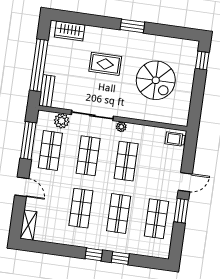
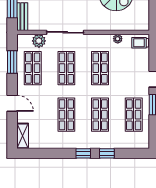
plant: (121, 127) -> (118, 39), moved
window: (28, 140) -> (12, 62), width x0.69

